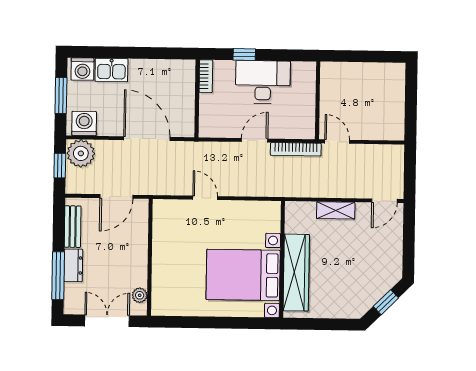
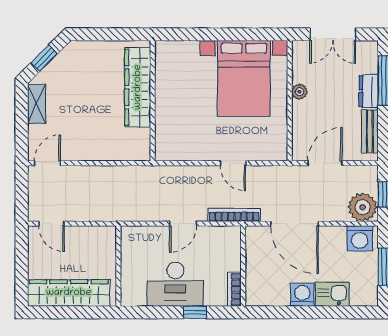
washing machine: (82, 69) -> (302, 295), moved
wardrobe: (366, 75) -> (69, 293), added
door: (337, 142) -> (51, 224), moved
bookcase: (296, 149) -> (234, 215), moved
shelving: (336, 210) -> (37, 104), moved, turned 90
bed with nightstands: (243, 275) -> (244, 78), moved, turned 90
plant: (140, 295) -> (299, 92), moved

